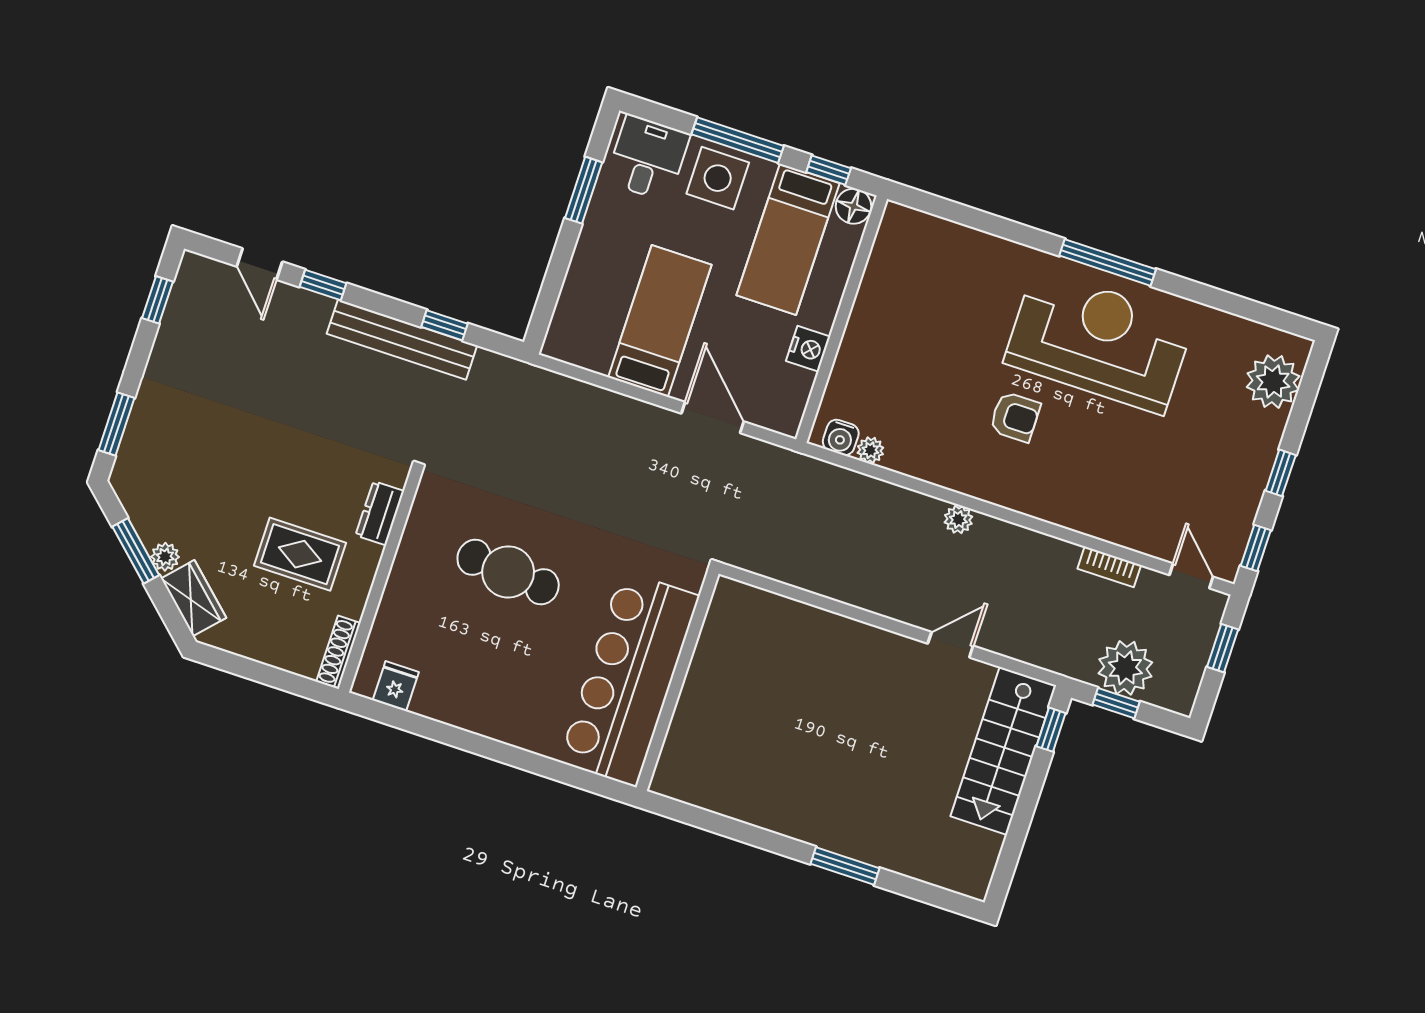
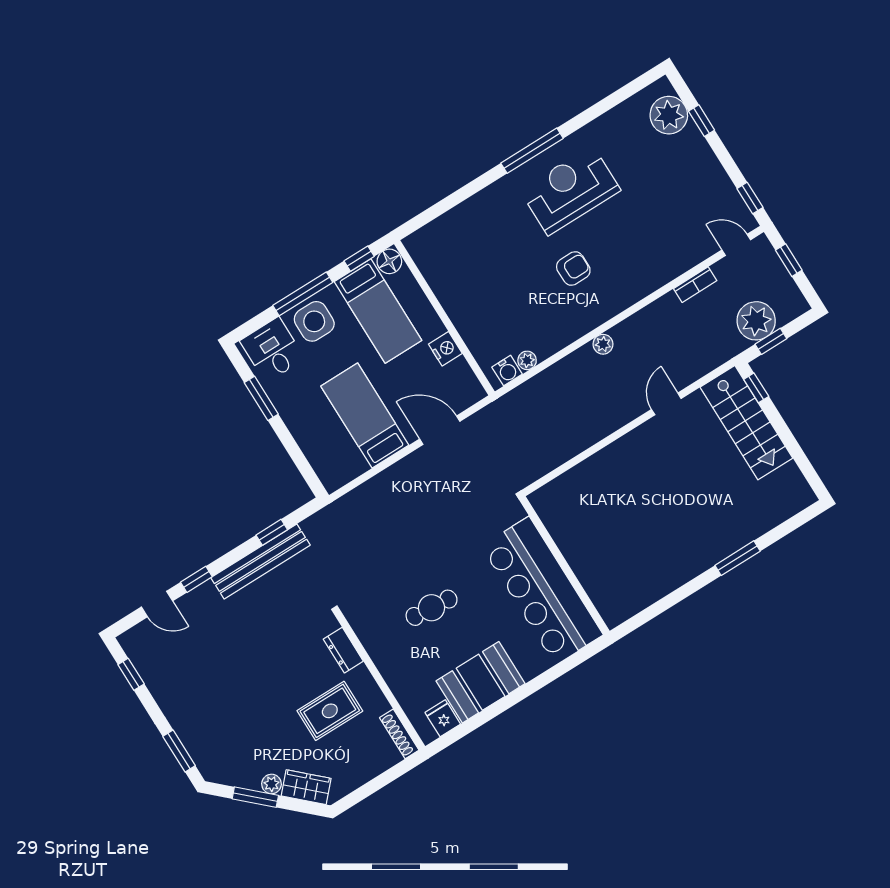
reception desk: (1099, 341) -> (570, 190), width x0.74, depth x0.77
window: (1281, 473) -> (702, 121), moved
cafe table: (508, 572) -> (432, 608), width x0.73, depth x0.74
booth: (471, 695) -> (481, 682), added

